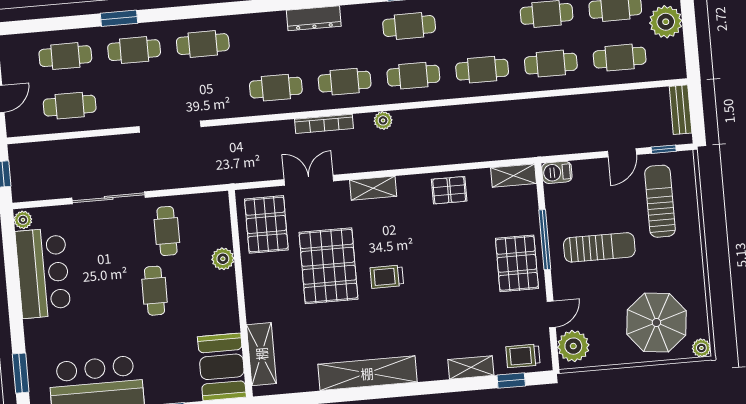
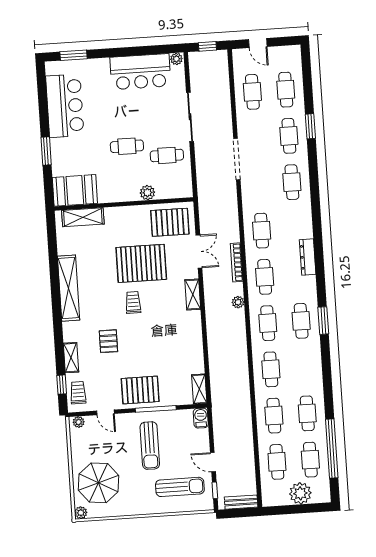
pallet: (449, 190) -> (108, 341), moved
plant: (573, 346) -> (79, 422), width x0.53, depth x0.53

